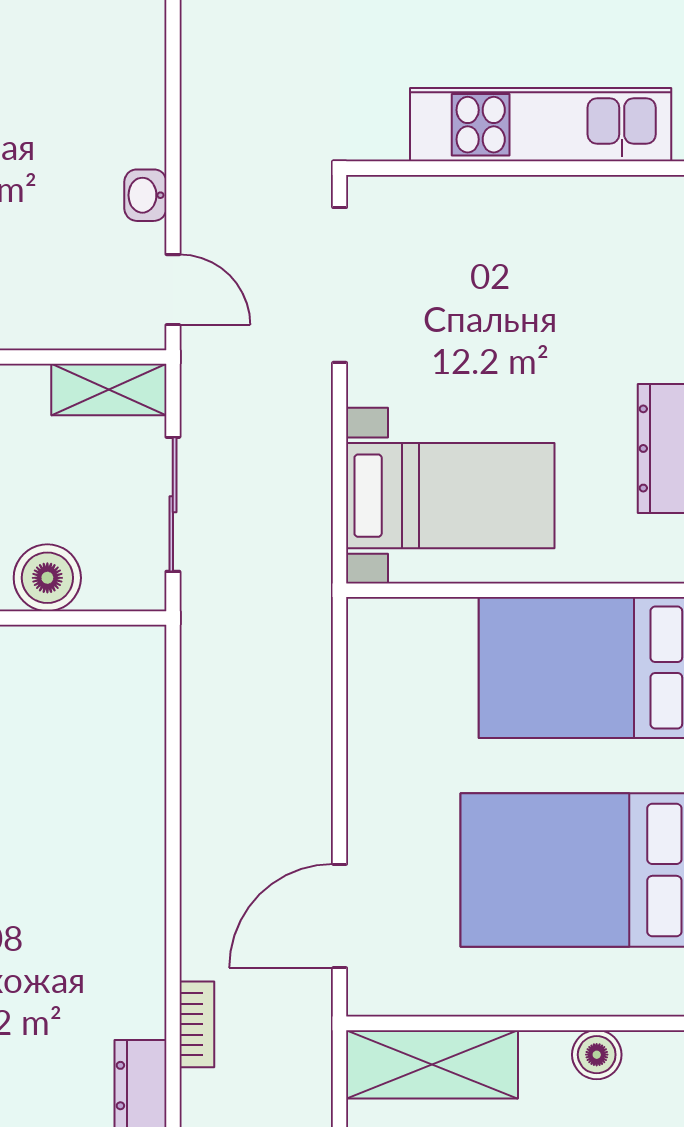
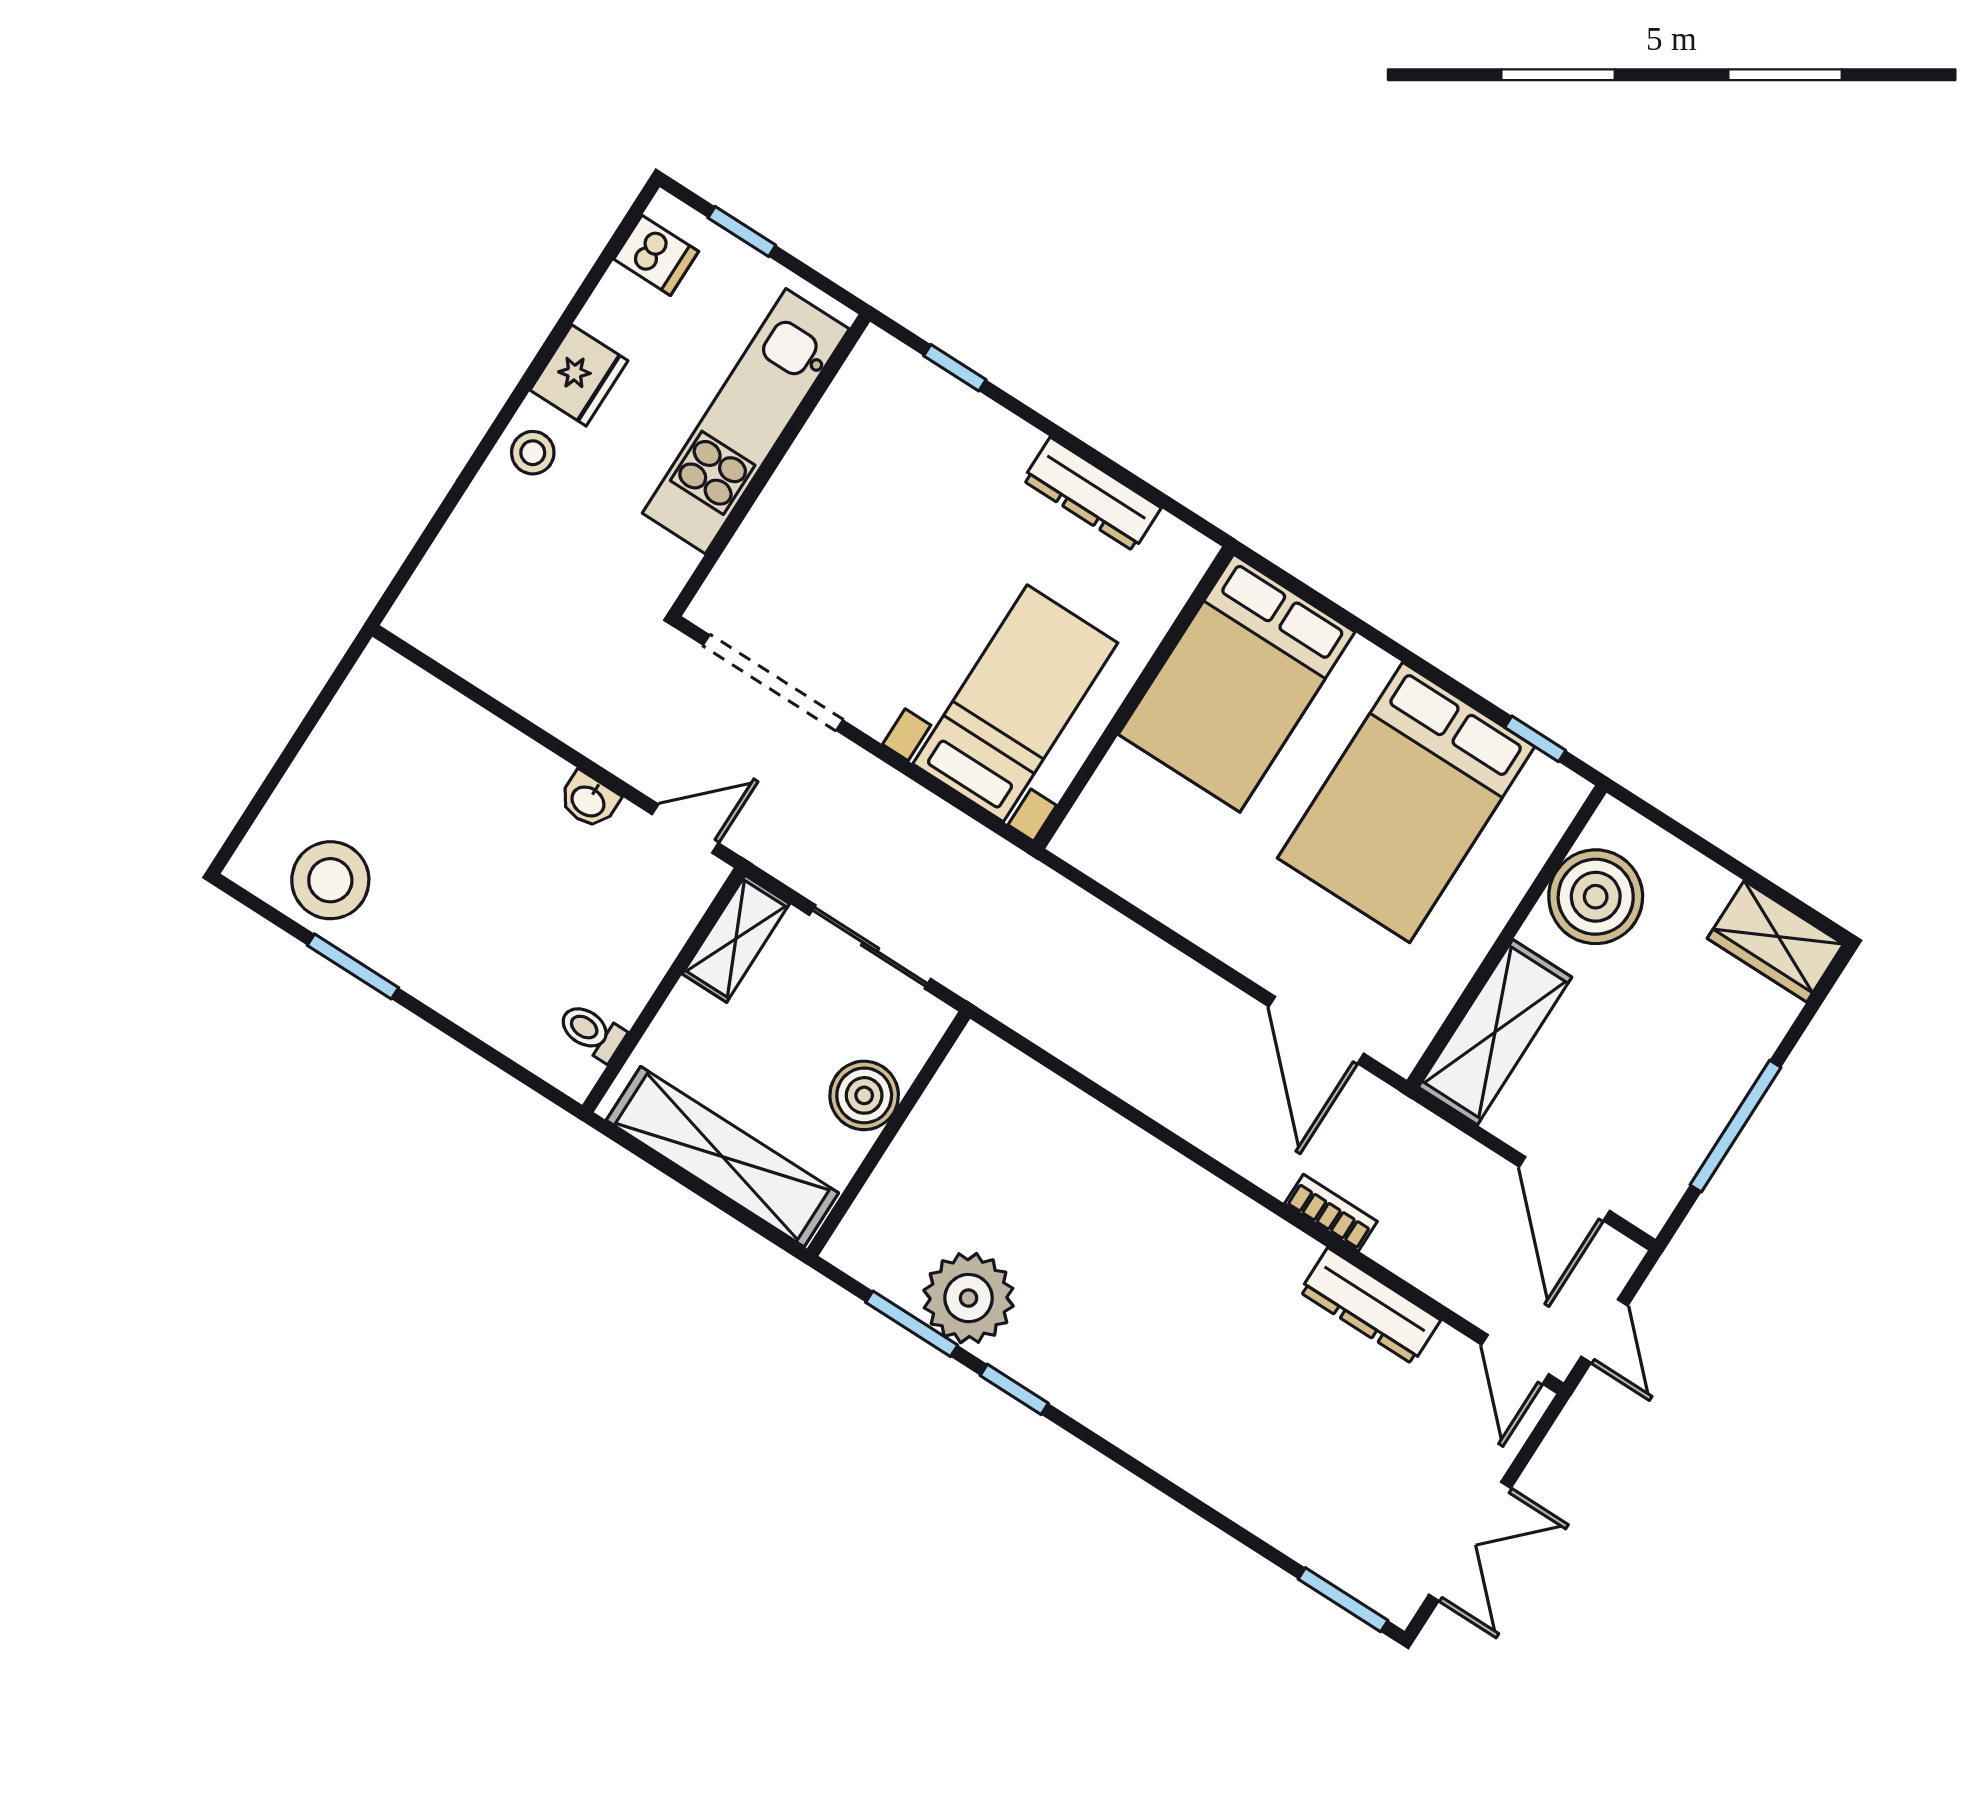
boiler: (597, 1055) -> (1596, 897), width x1.86, depth x1.86

